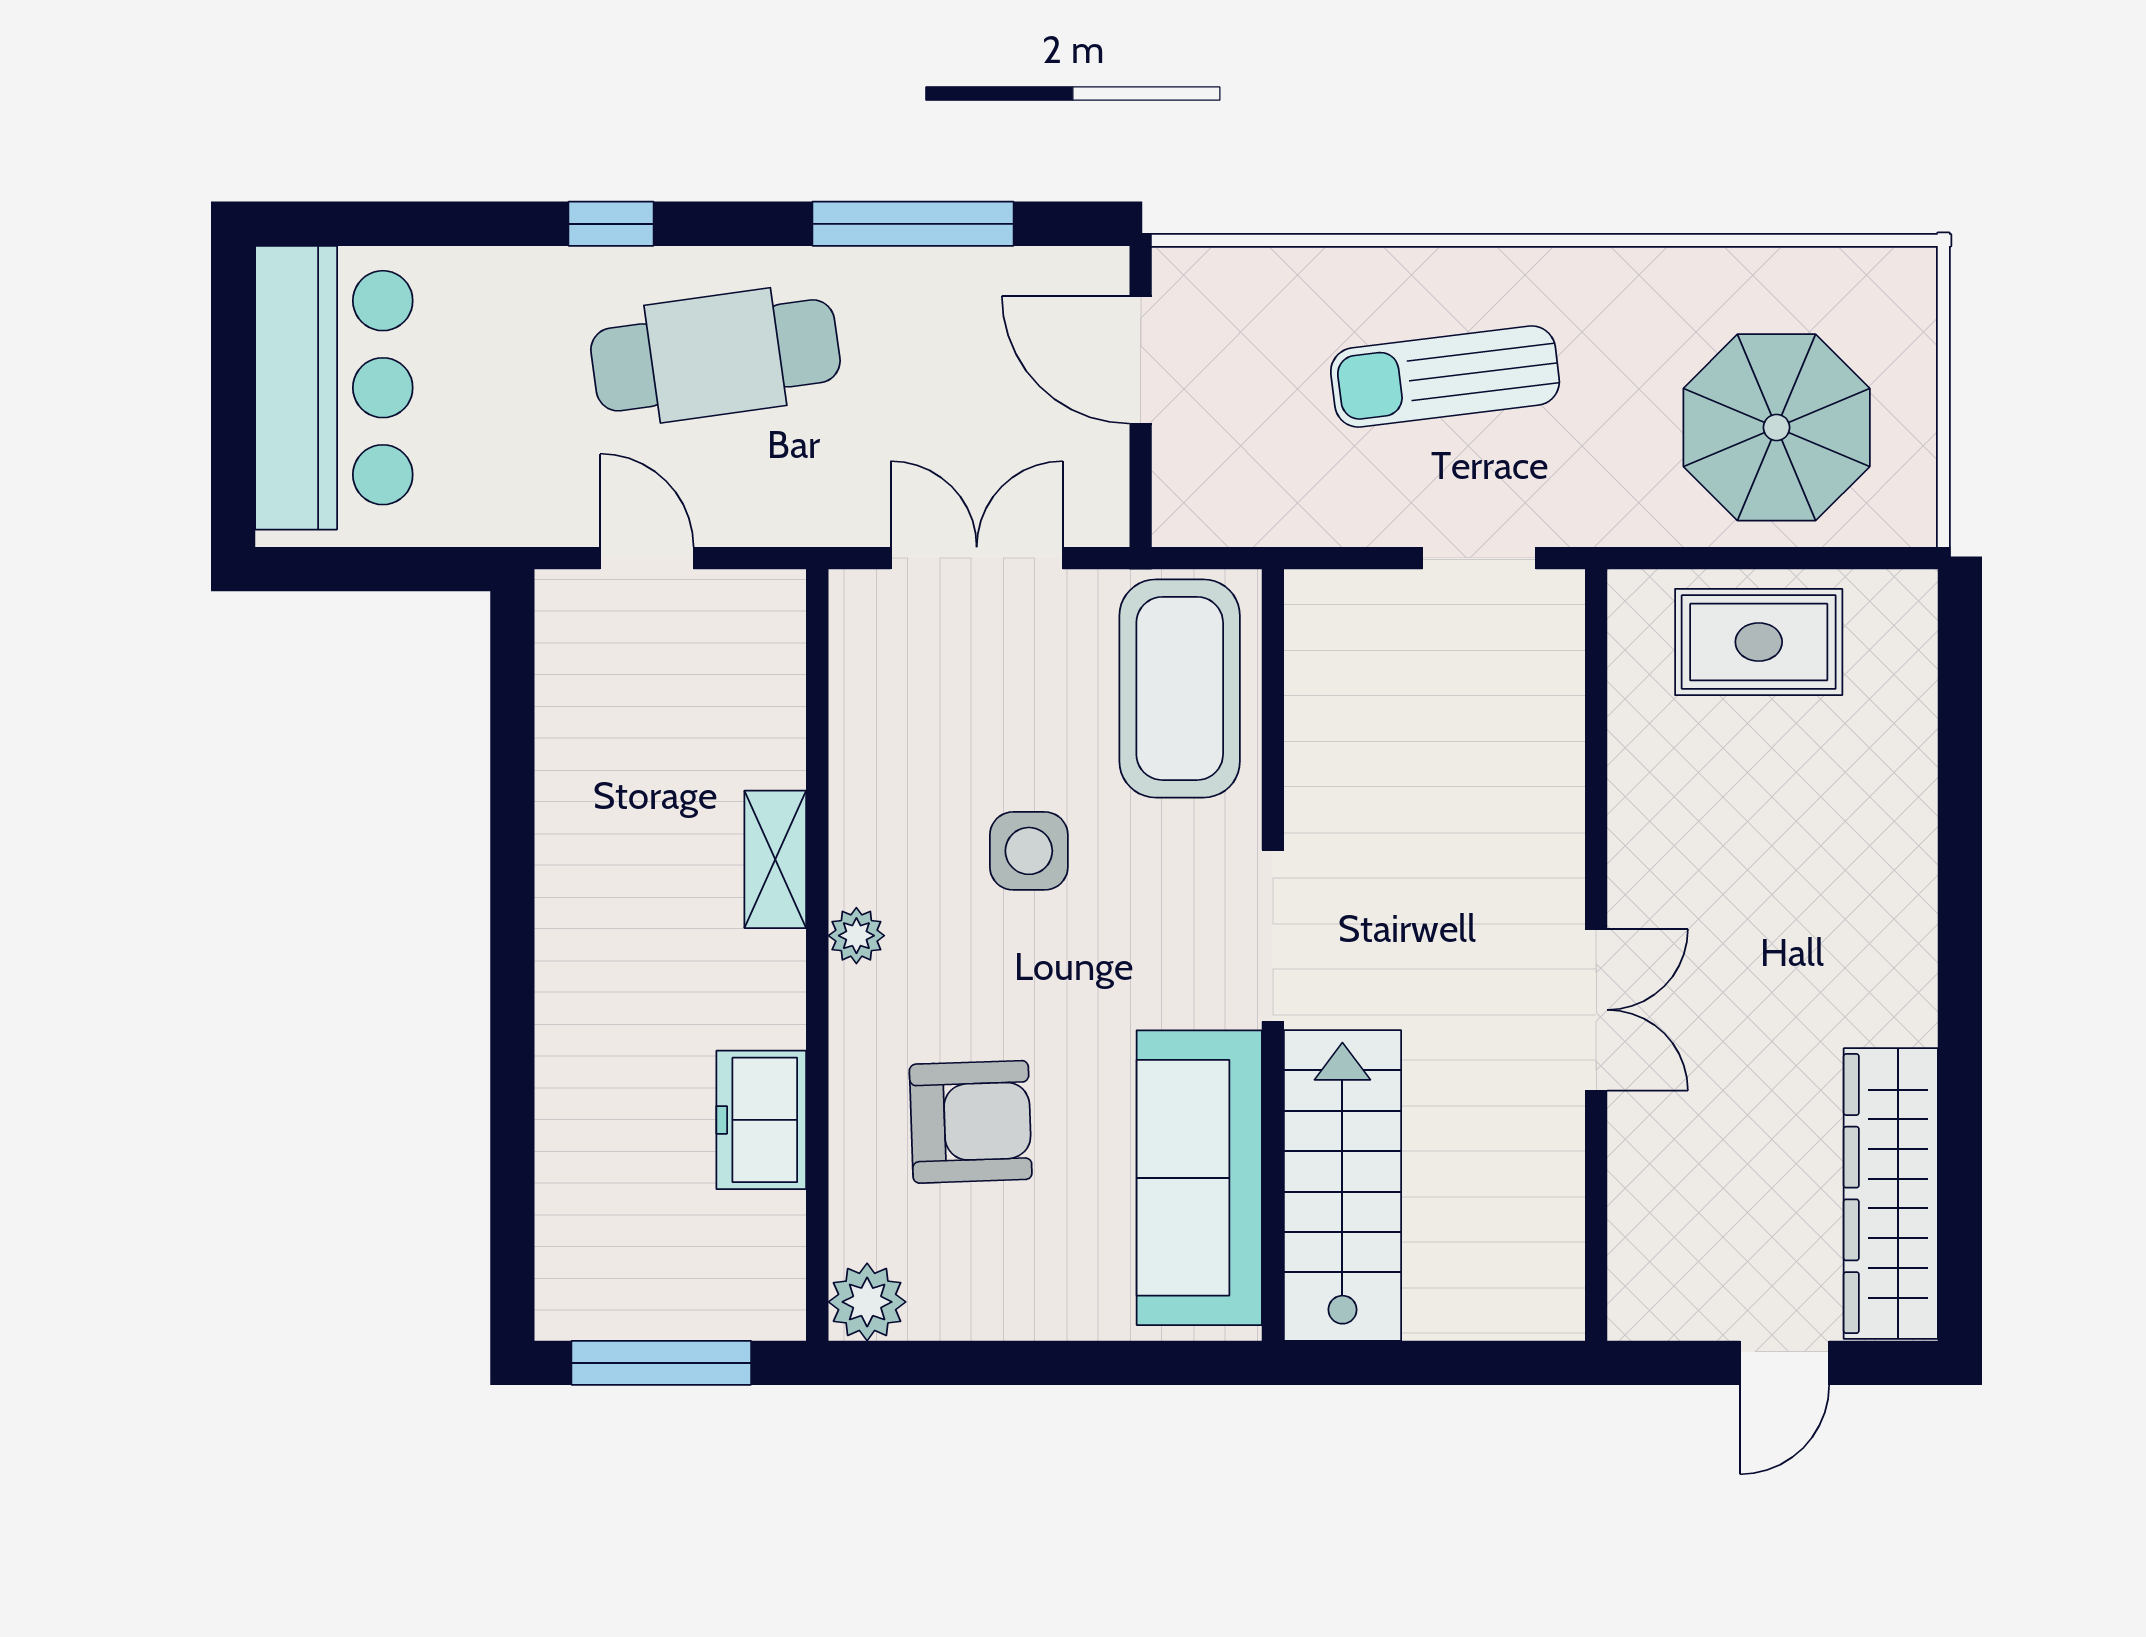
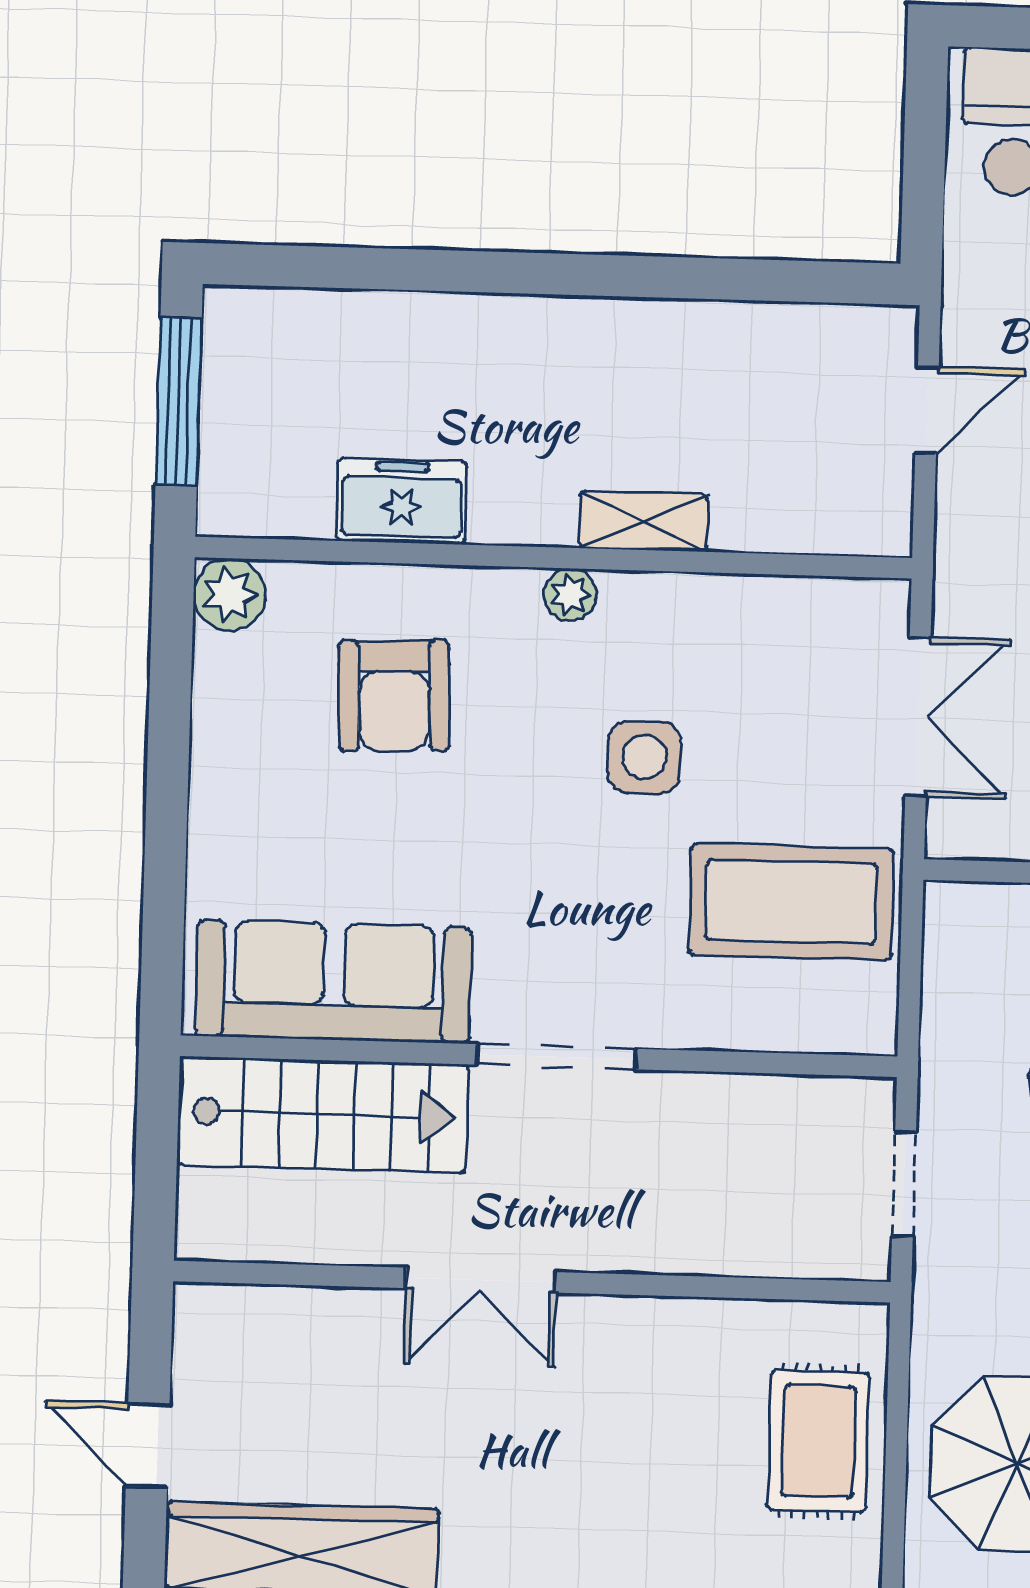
doorway: (1273, 936) -> (557, 1057), moved
wall: (1273, 955) -> (539, 1056), moved
sofa: (1199, 1178) -> (334, 982), moved
stairs: (1342, 1185) -> (323, 1115), moved

